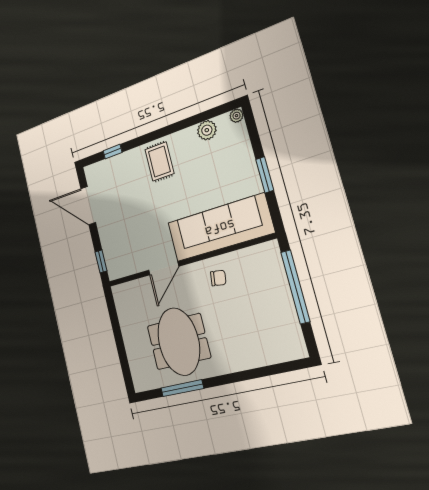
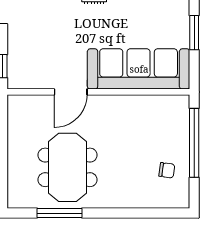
chair: (218, 278) -> (167, 170), moved

